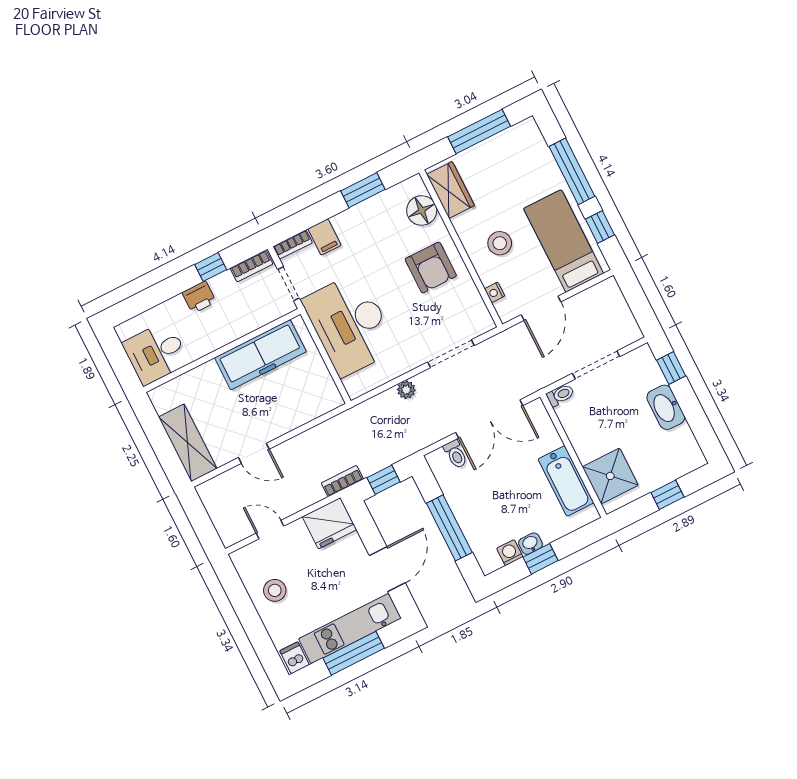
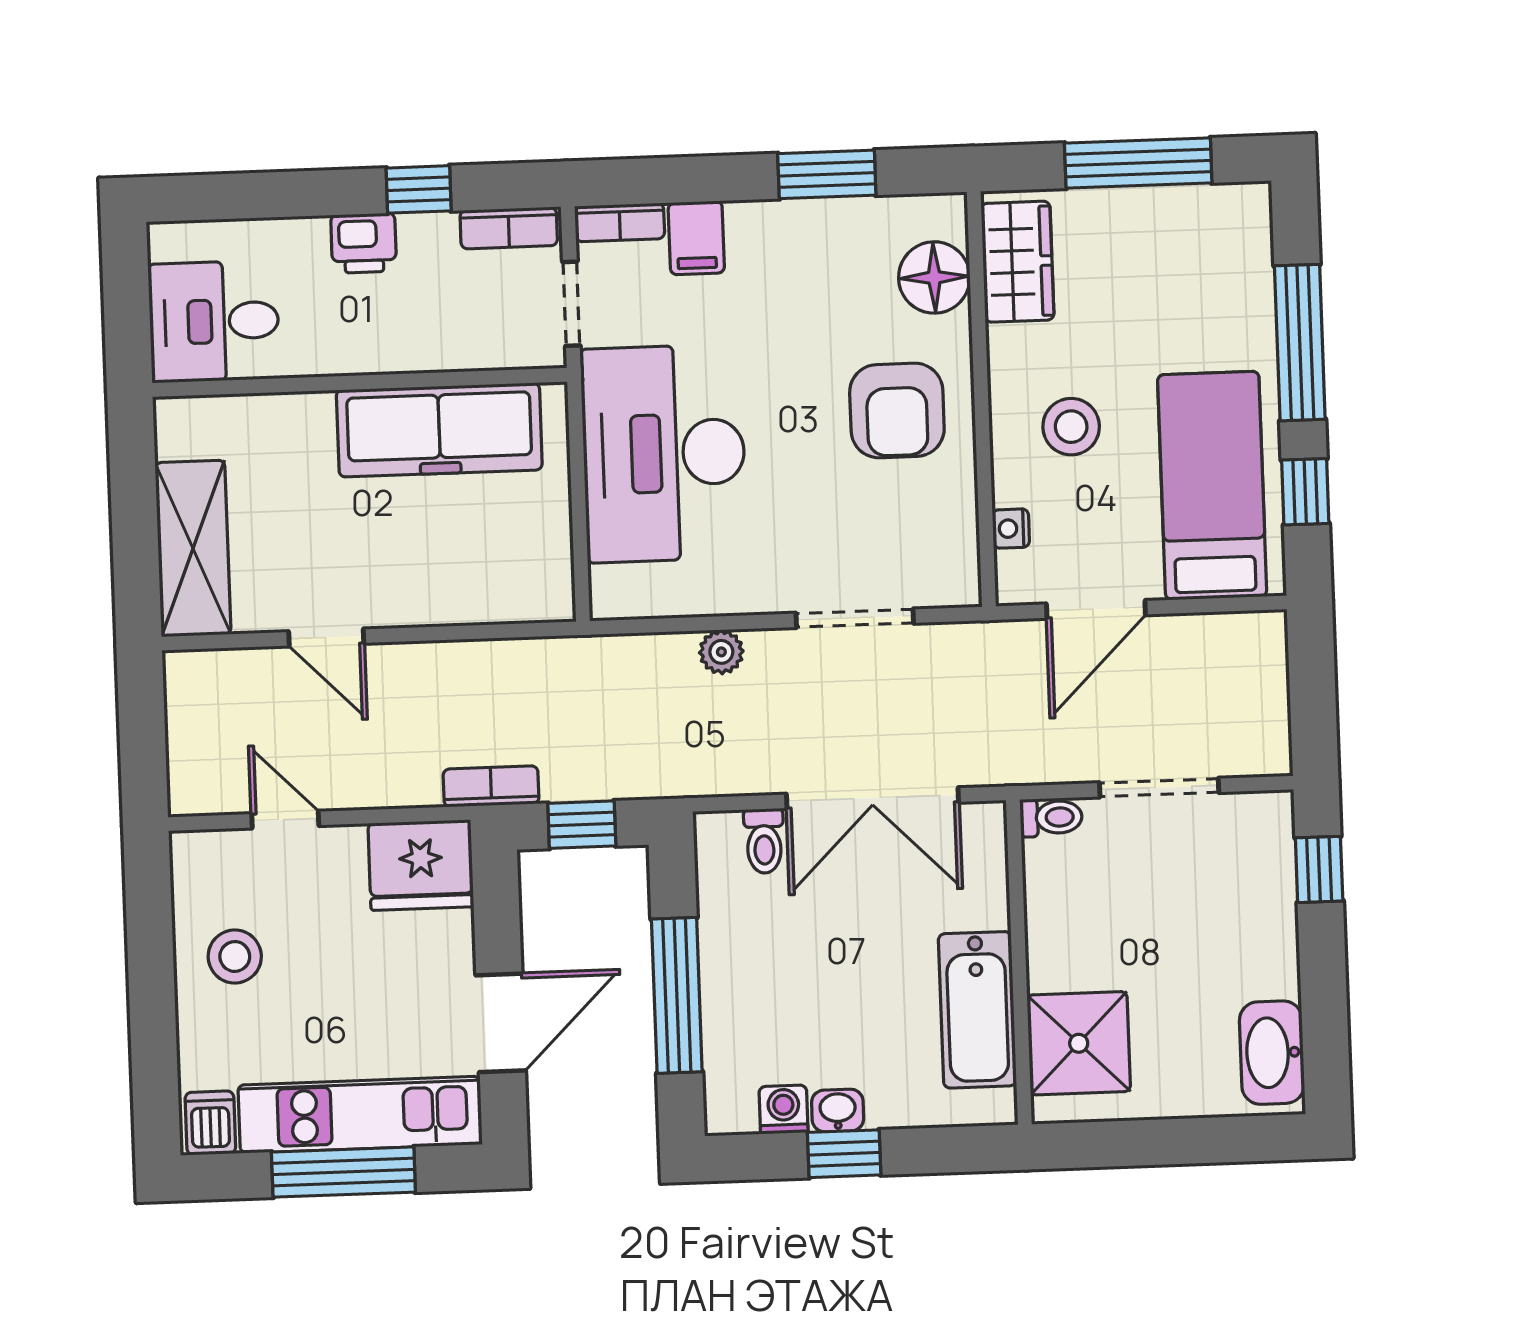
washbasin: (666, 407) -> (1272, 1053), moved
window: (667, 495) -> (1184, 1141), removed

